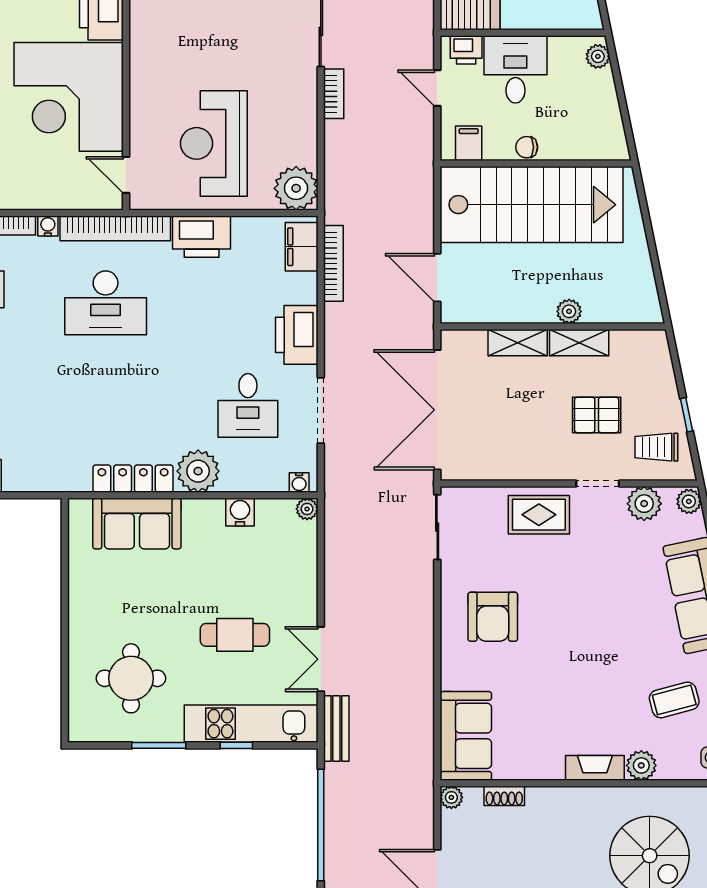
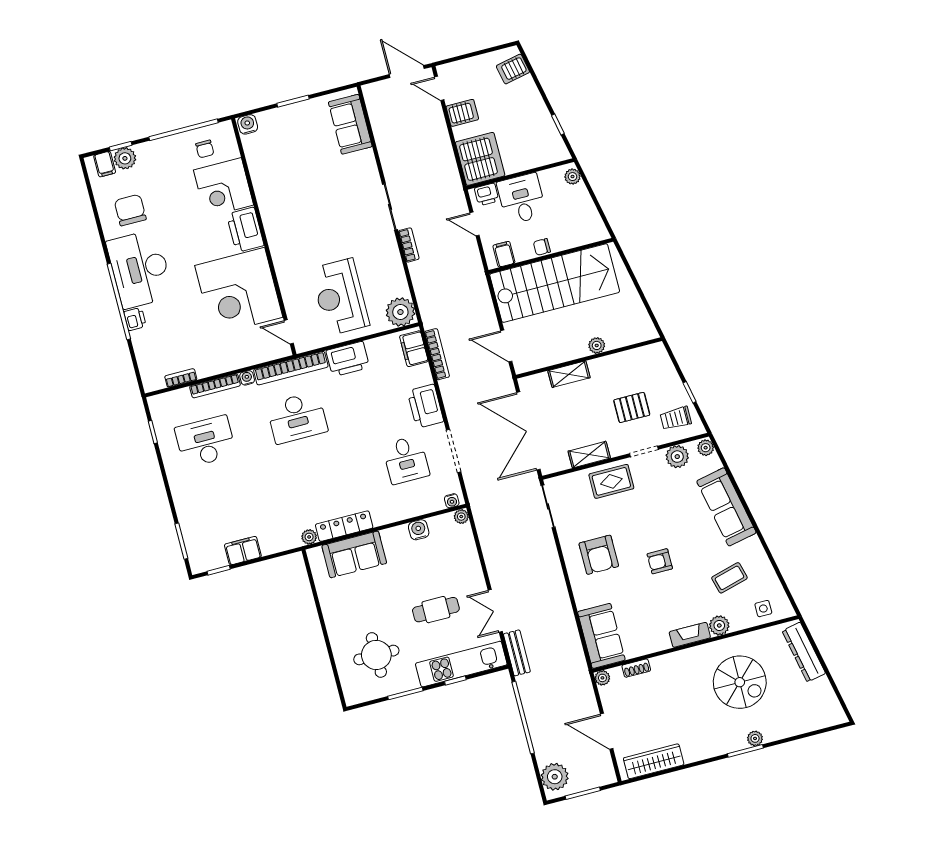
shelving: (579, 343) -> (589, 455), moved
plant: (198, 471) -> (309, 537), moved, width x0.53, depth x0.53
armchair: (579, 649) -> (660, 561), added

